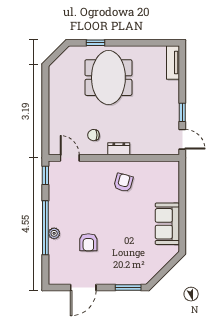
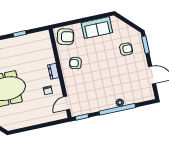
door: (182, 139) -> (38, 30), removed
armchair: (164, 177) -> (65, 37), added
armchair: (88, 242) -> (126, 49), moved

